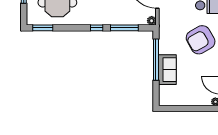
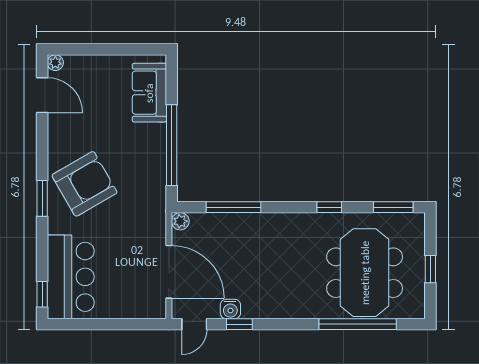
window: (97, 28) -> (329, 207), moved
sofa: (167, 70) -> (149, 93), moved

